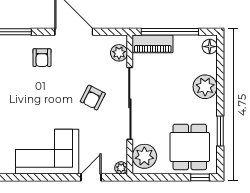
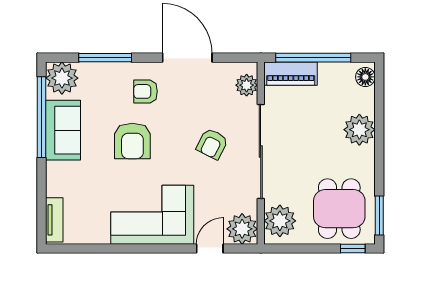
armchair: (42, 58) -> (145, 91), turned 90
armchair: (32, 95) -> (132, 141), added
window: (220, 131) -> (379, 215), moved
plant: (121, 168) -> (242, 229), width x1.87, depth x1.87

